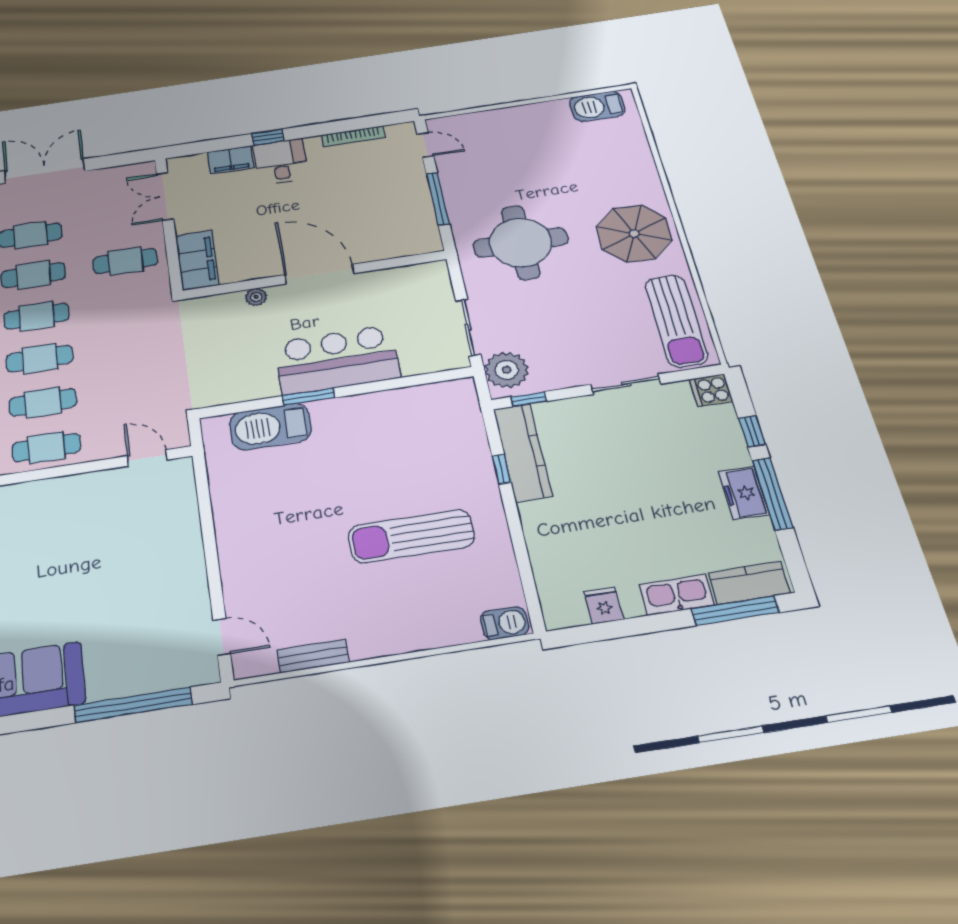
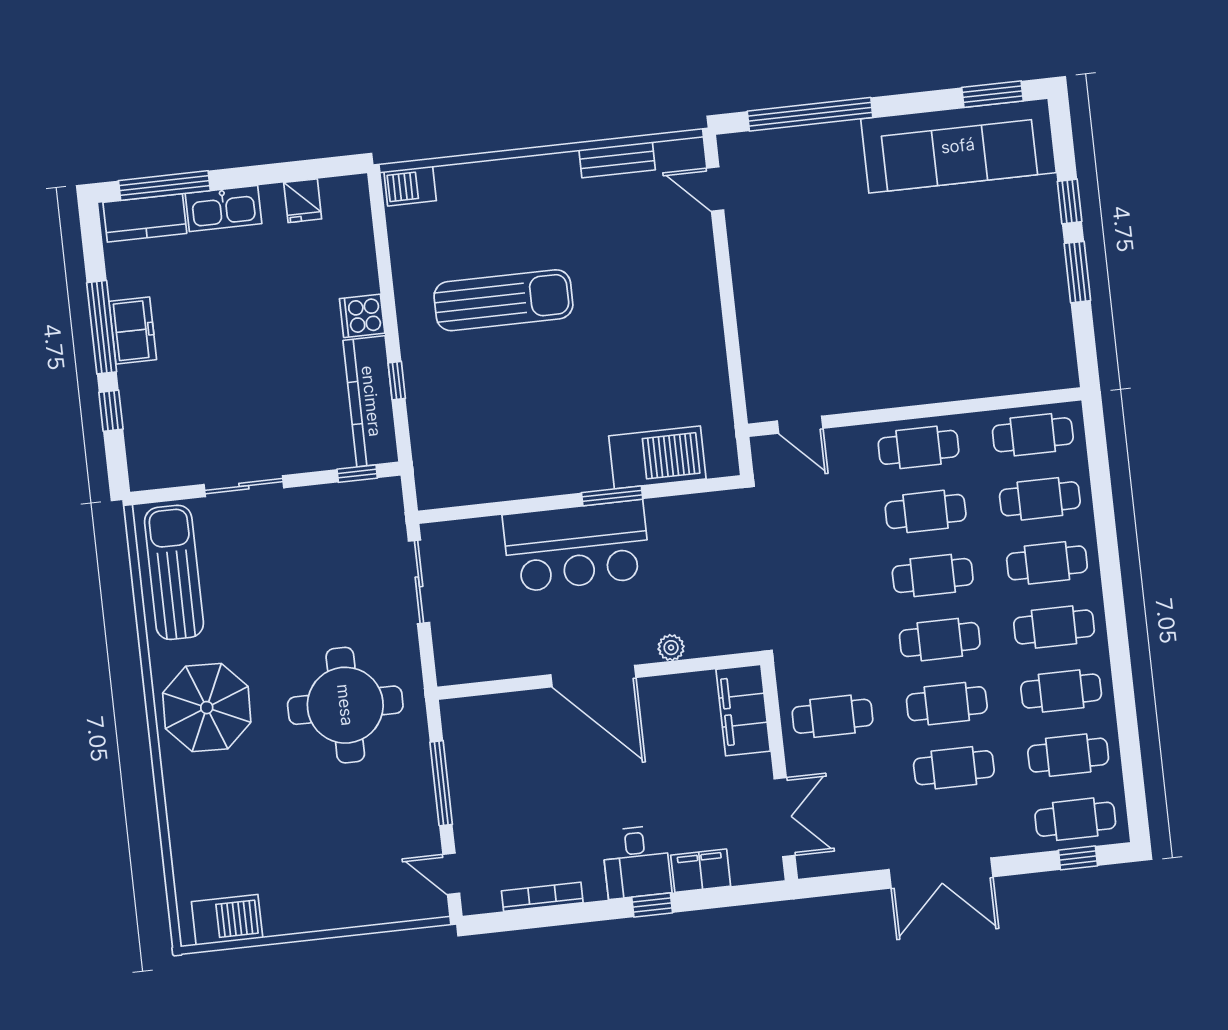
plant: (507, 370) -> (379, 517), removed
cooker: (711, 390) -> (362, 316), moved, turned 180

